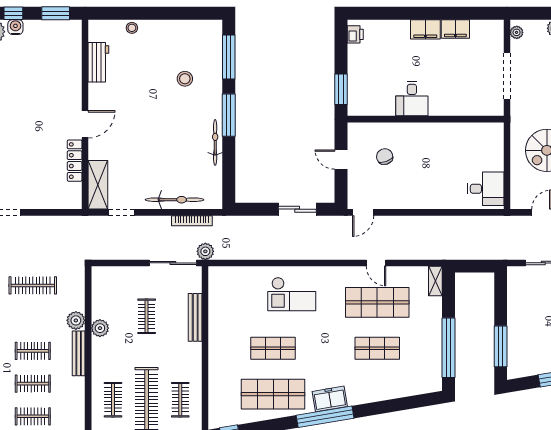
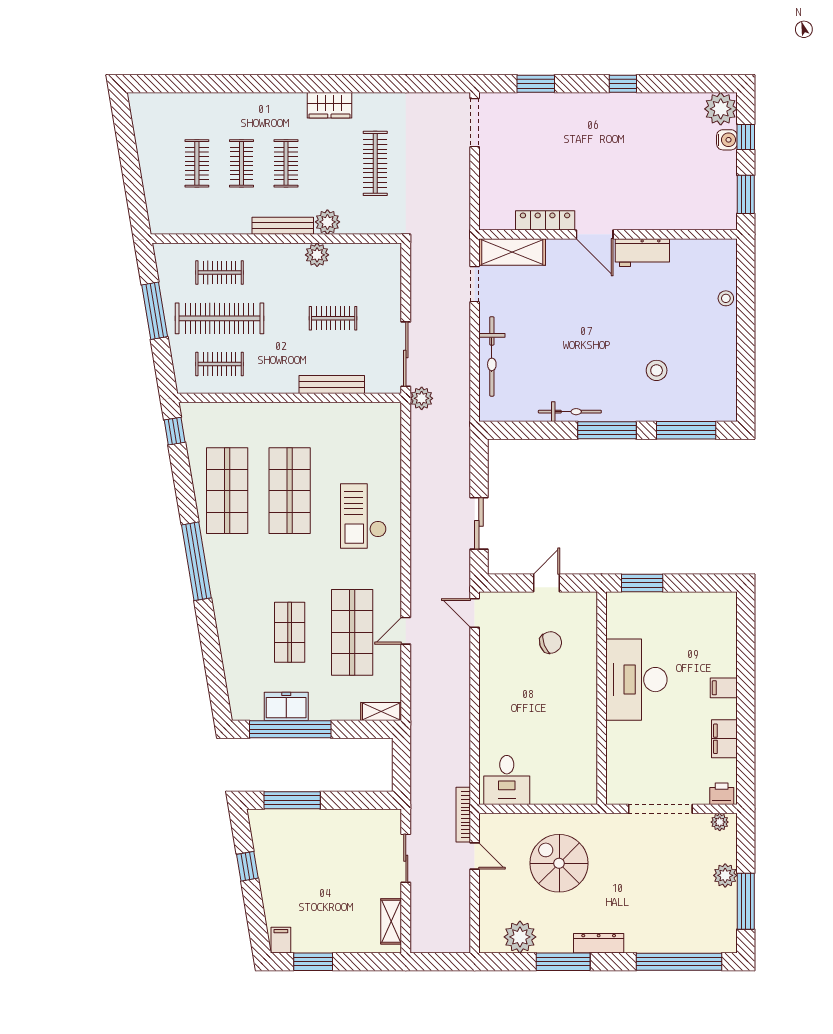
filing cabinet: (425, 29) -> (724, 688), width x0.50
printer: (355, 34) -> (722, 794), moved, turned 180
workbench: (98, 62) -> (642, 253), moved
desk: (412, 99) -> (636, 680), width x1.87, depth x1.30
bookcase: (192, 221) -> (463, 815), moved
shop shelf: (273, 348) -> (290, 491), width x1.43, depth x1.36
freezer: (330, 399) -> (286, 706), moved, turned -81

